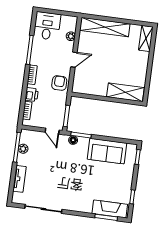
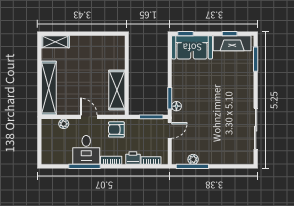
desk: (47, 26) -> (86, 150), moved, turned -90
shelving: (125, 92) -> (117, 90), moved
sofa: (107, 151) -> (192, 47), moved, turned 90
tv unit: (19, 179) -> (226, 159), removed
fireplace: (110, 209) -> (232, 43), moved, turned -90

